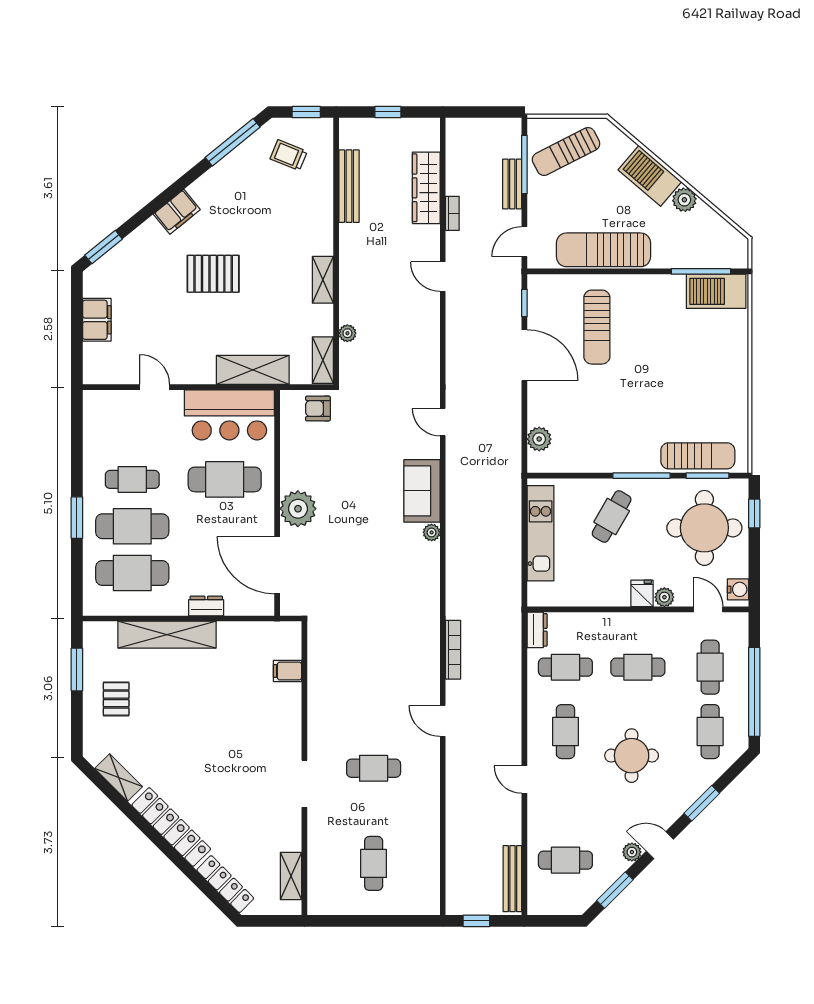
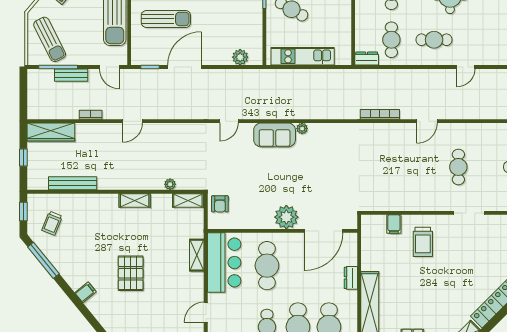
wardrobe: (426, 188) -> (51, 132), moved
filing cabinet: (177, 212) -> (85, 292), width x0.50
shelving: (253, 370) -> (197, 255), width x0.67, depth x0.75
trolley: (261, 715) -> (423, 242), added

